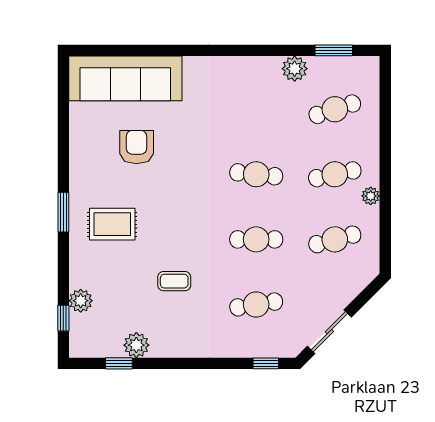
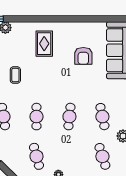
armchair: (137, 147) -> (83, 56), turned 90
cafe table: (335, 174) -> (102, 117), moved
window: (63, 212) -> (50, 19), removed

